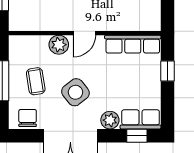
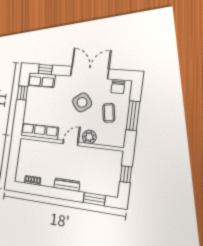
window: (168, 71) -> (22, 93), moved
plant: (110, 120) -> (61, 81), removed

